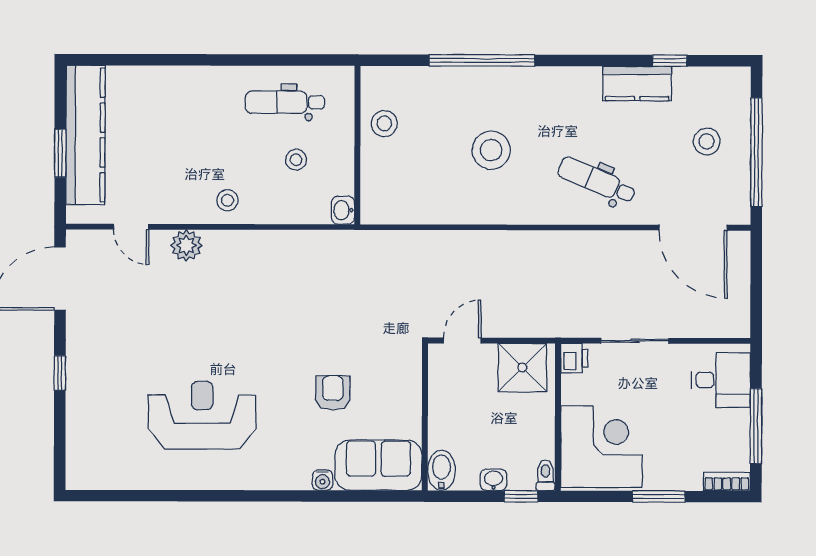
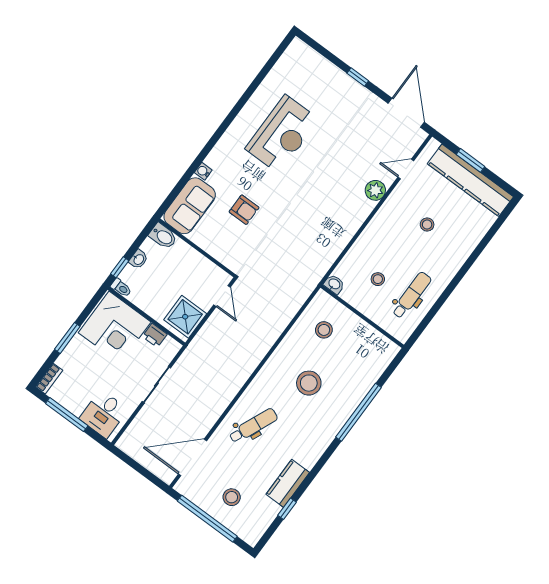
stool: (384, 124) -> (324, 330), moved
stool: (227, 200) -> (427, 225), moved
printer: (574, 358) -> (155, 335), moved

